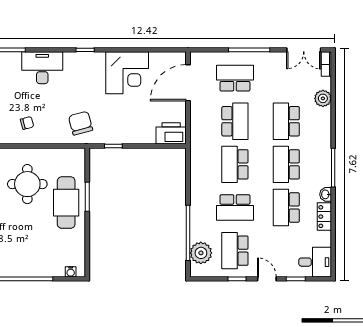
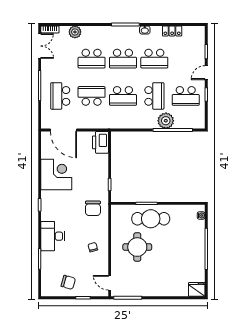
chair: (81, 123) -> (93, 208), turned -75
locker: (324, 217) -> (172, 31), moved
plant: (201, 253) -> (166, 121), moved
desk: (315, 262) -> (194, 38), removed

